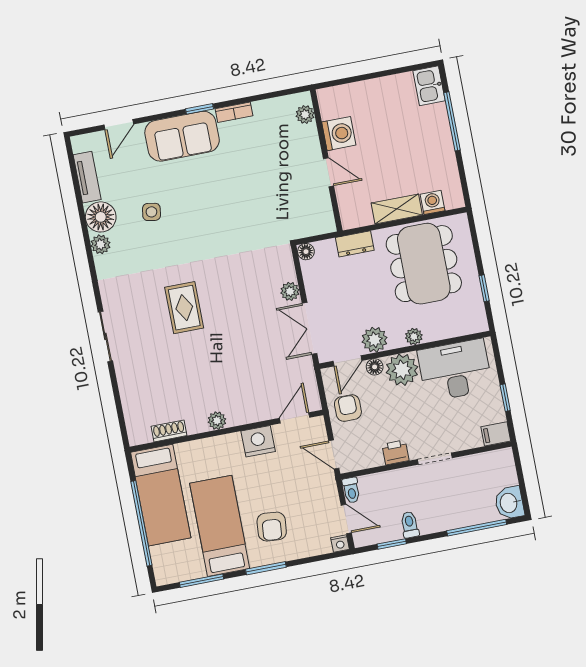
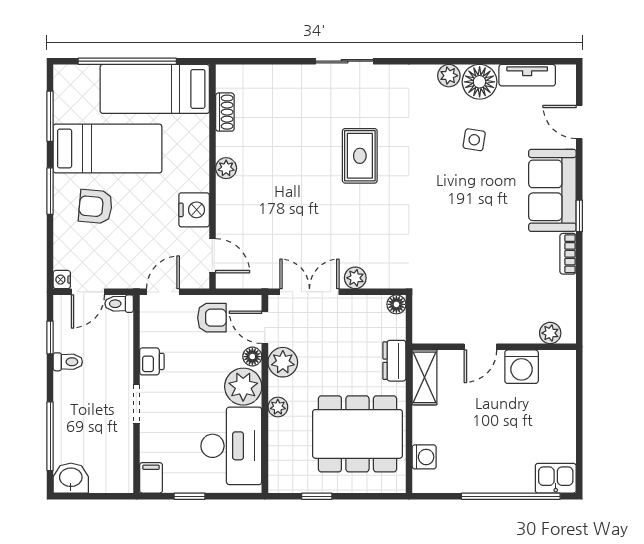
window: (452, 121) -> (511, 496), width x1.46
shelving: (397, 209) -> (424, 377), moved
rug: (184, 308) -> (360, 156), turned 90

